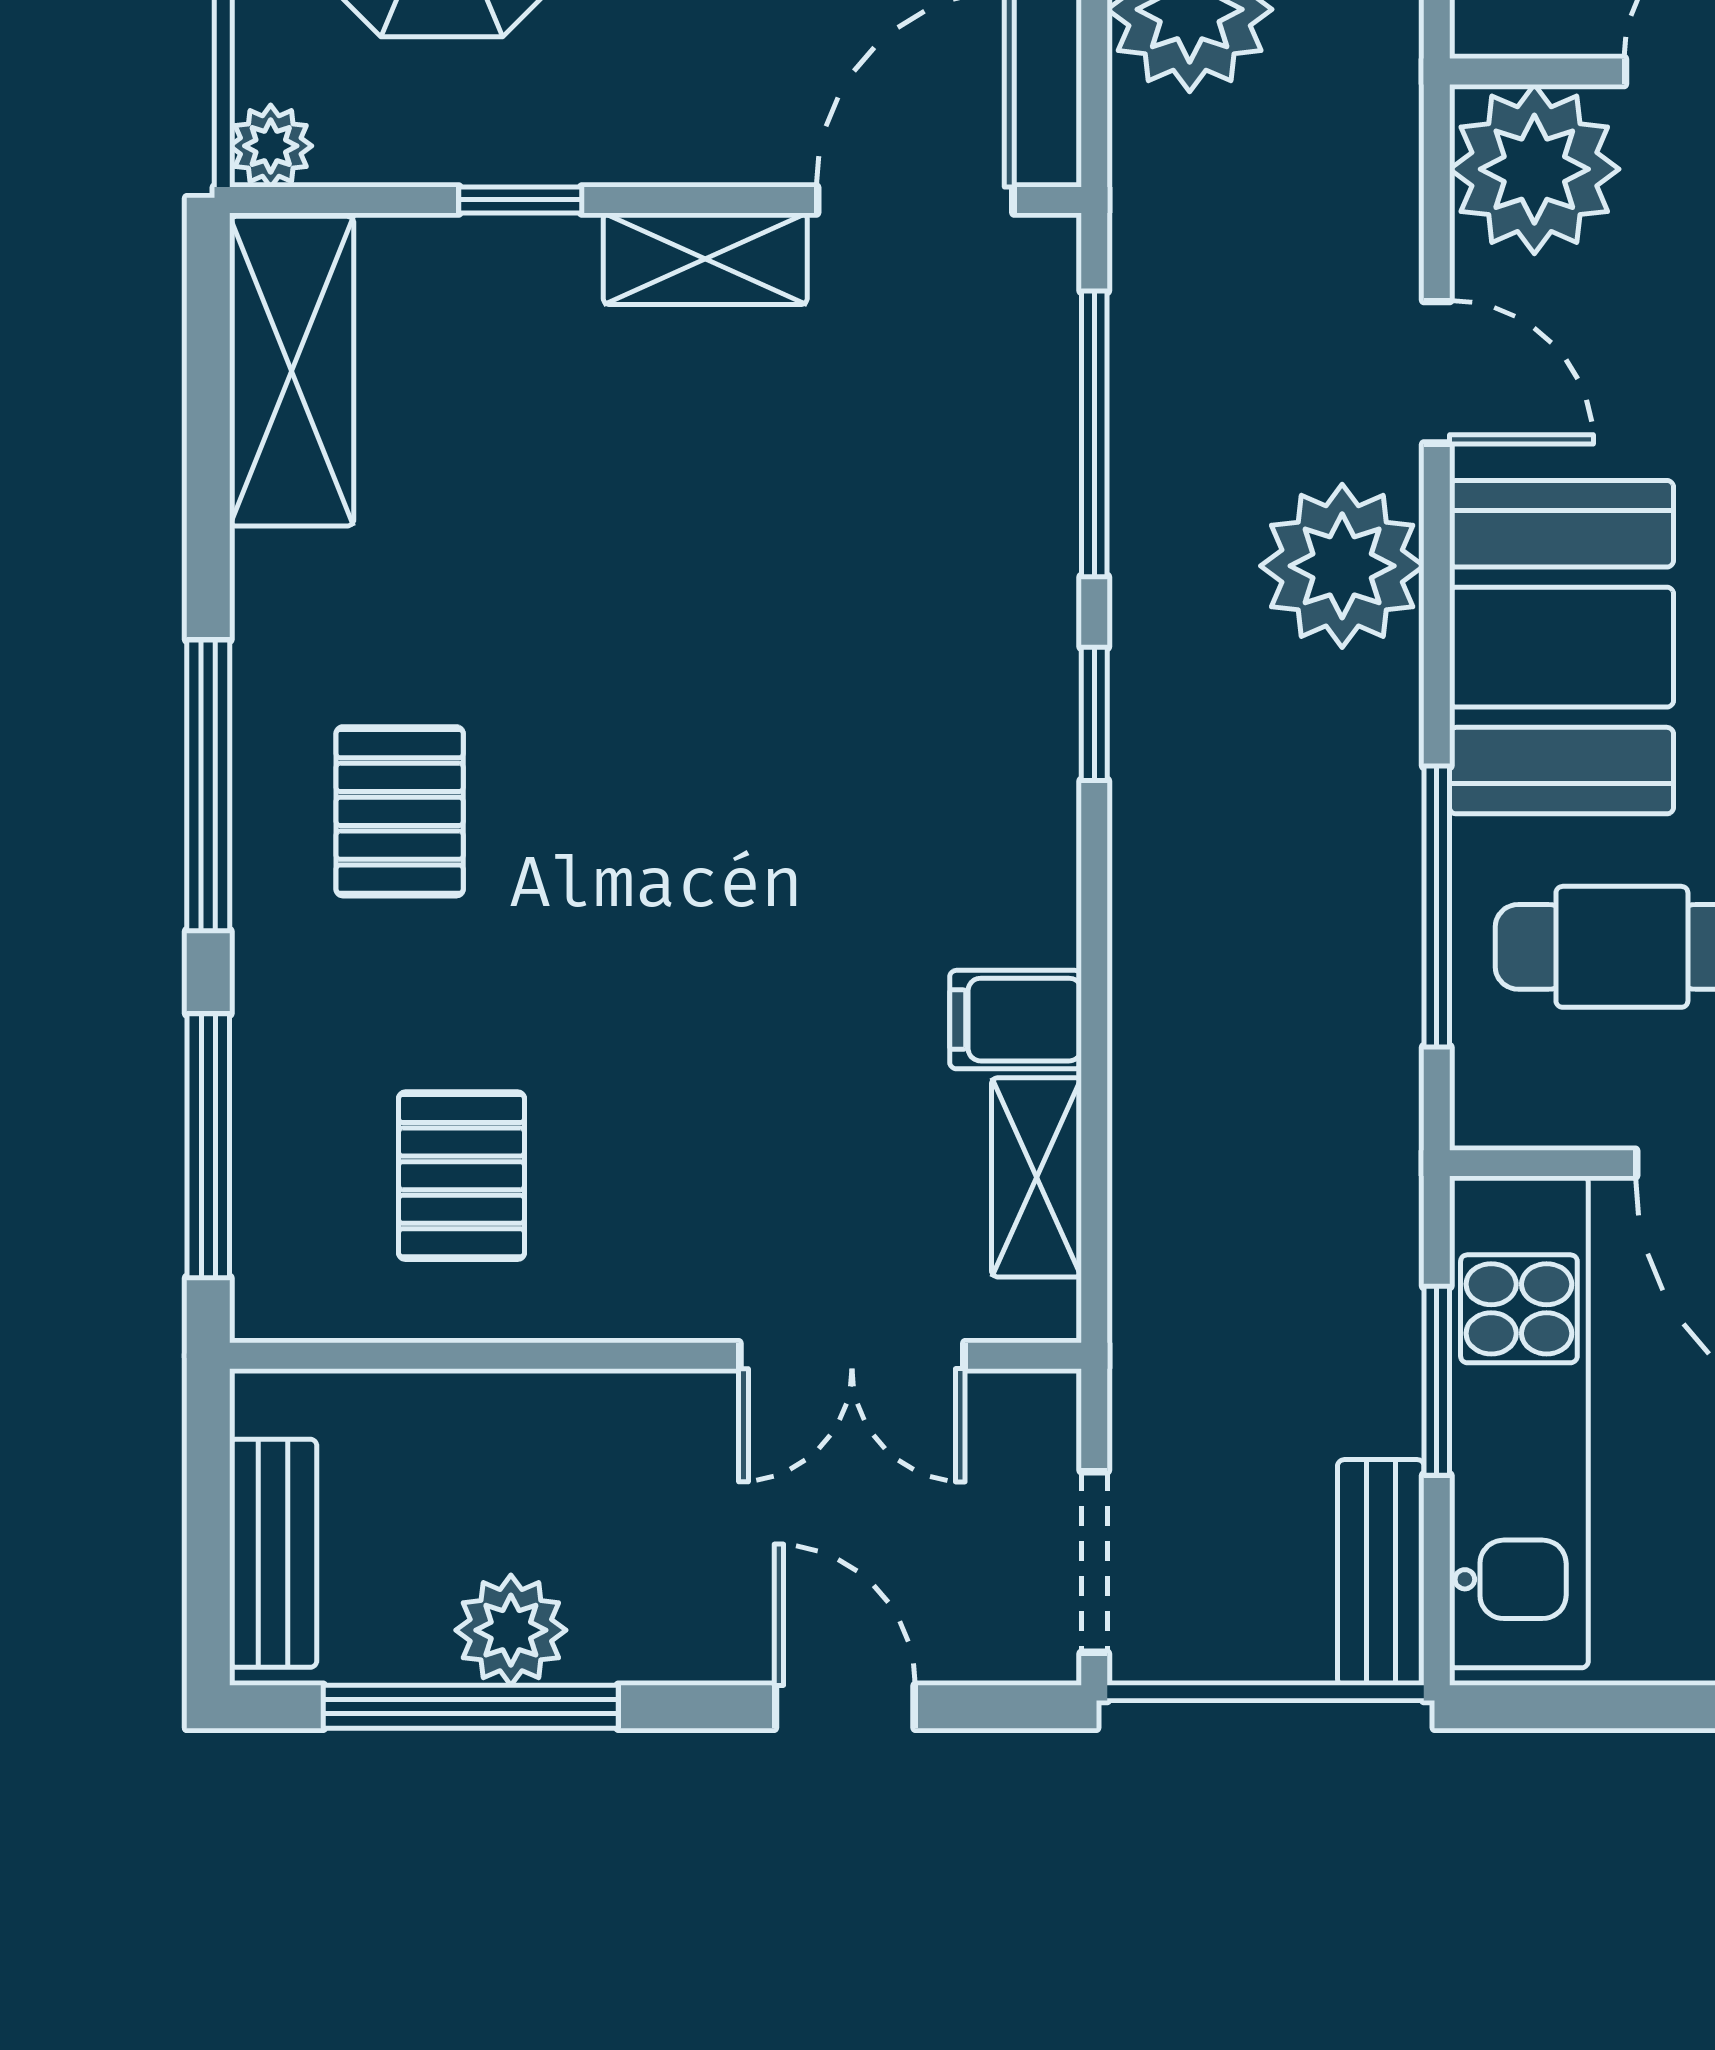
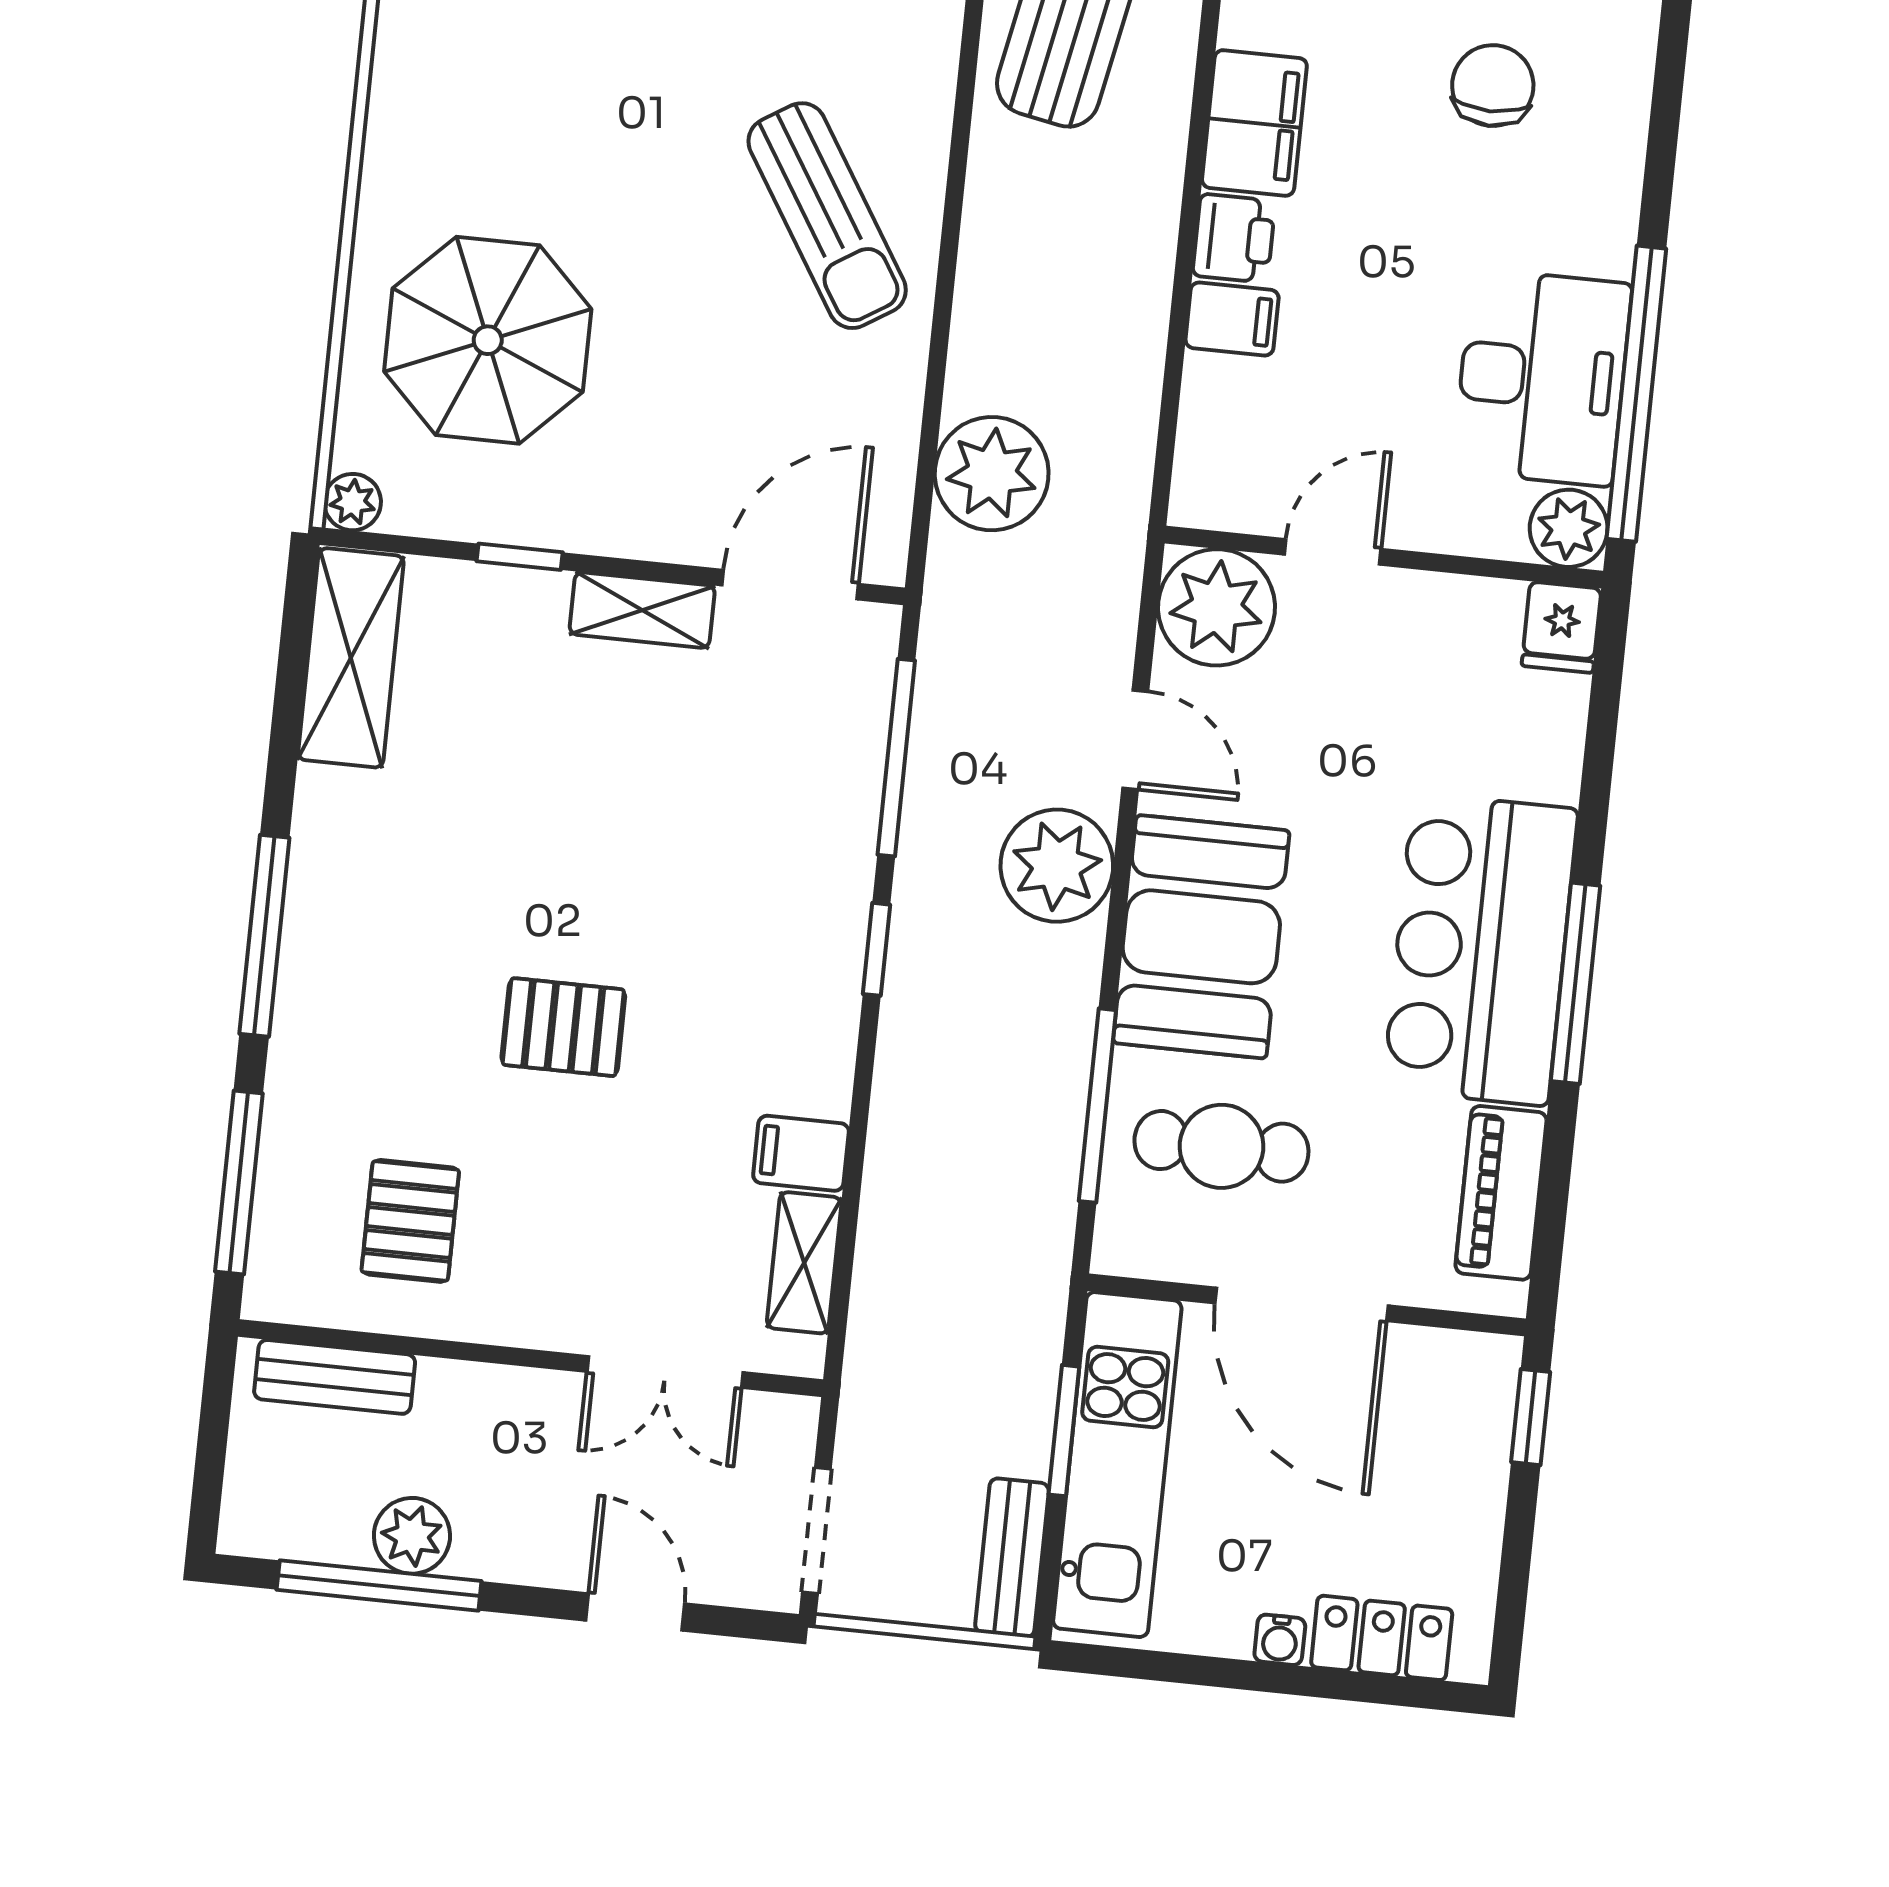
pallet: (400, 811) -> (563, 1027), moved, turned 90
bench: (273, 1553) -> (335, 1377), moved, turned 90

